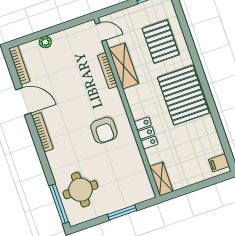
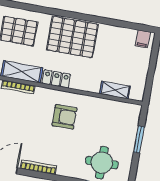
locker: (146, 133) -> (56, 79), moved
shelving: (161, 179) -> (115, 90), moved

